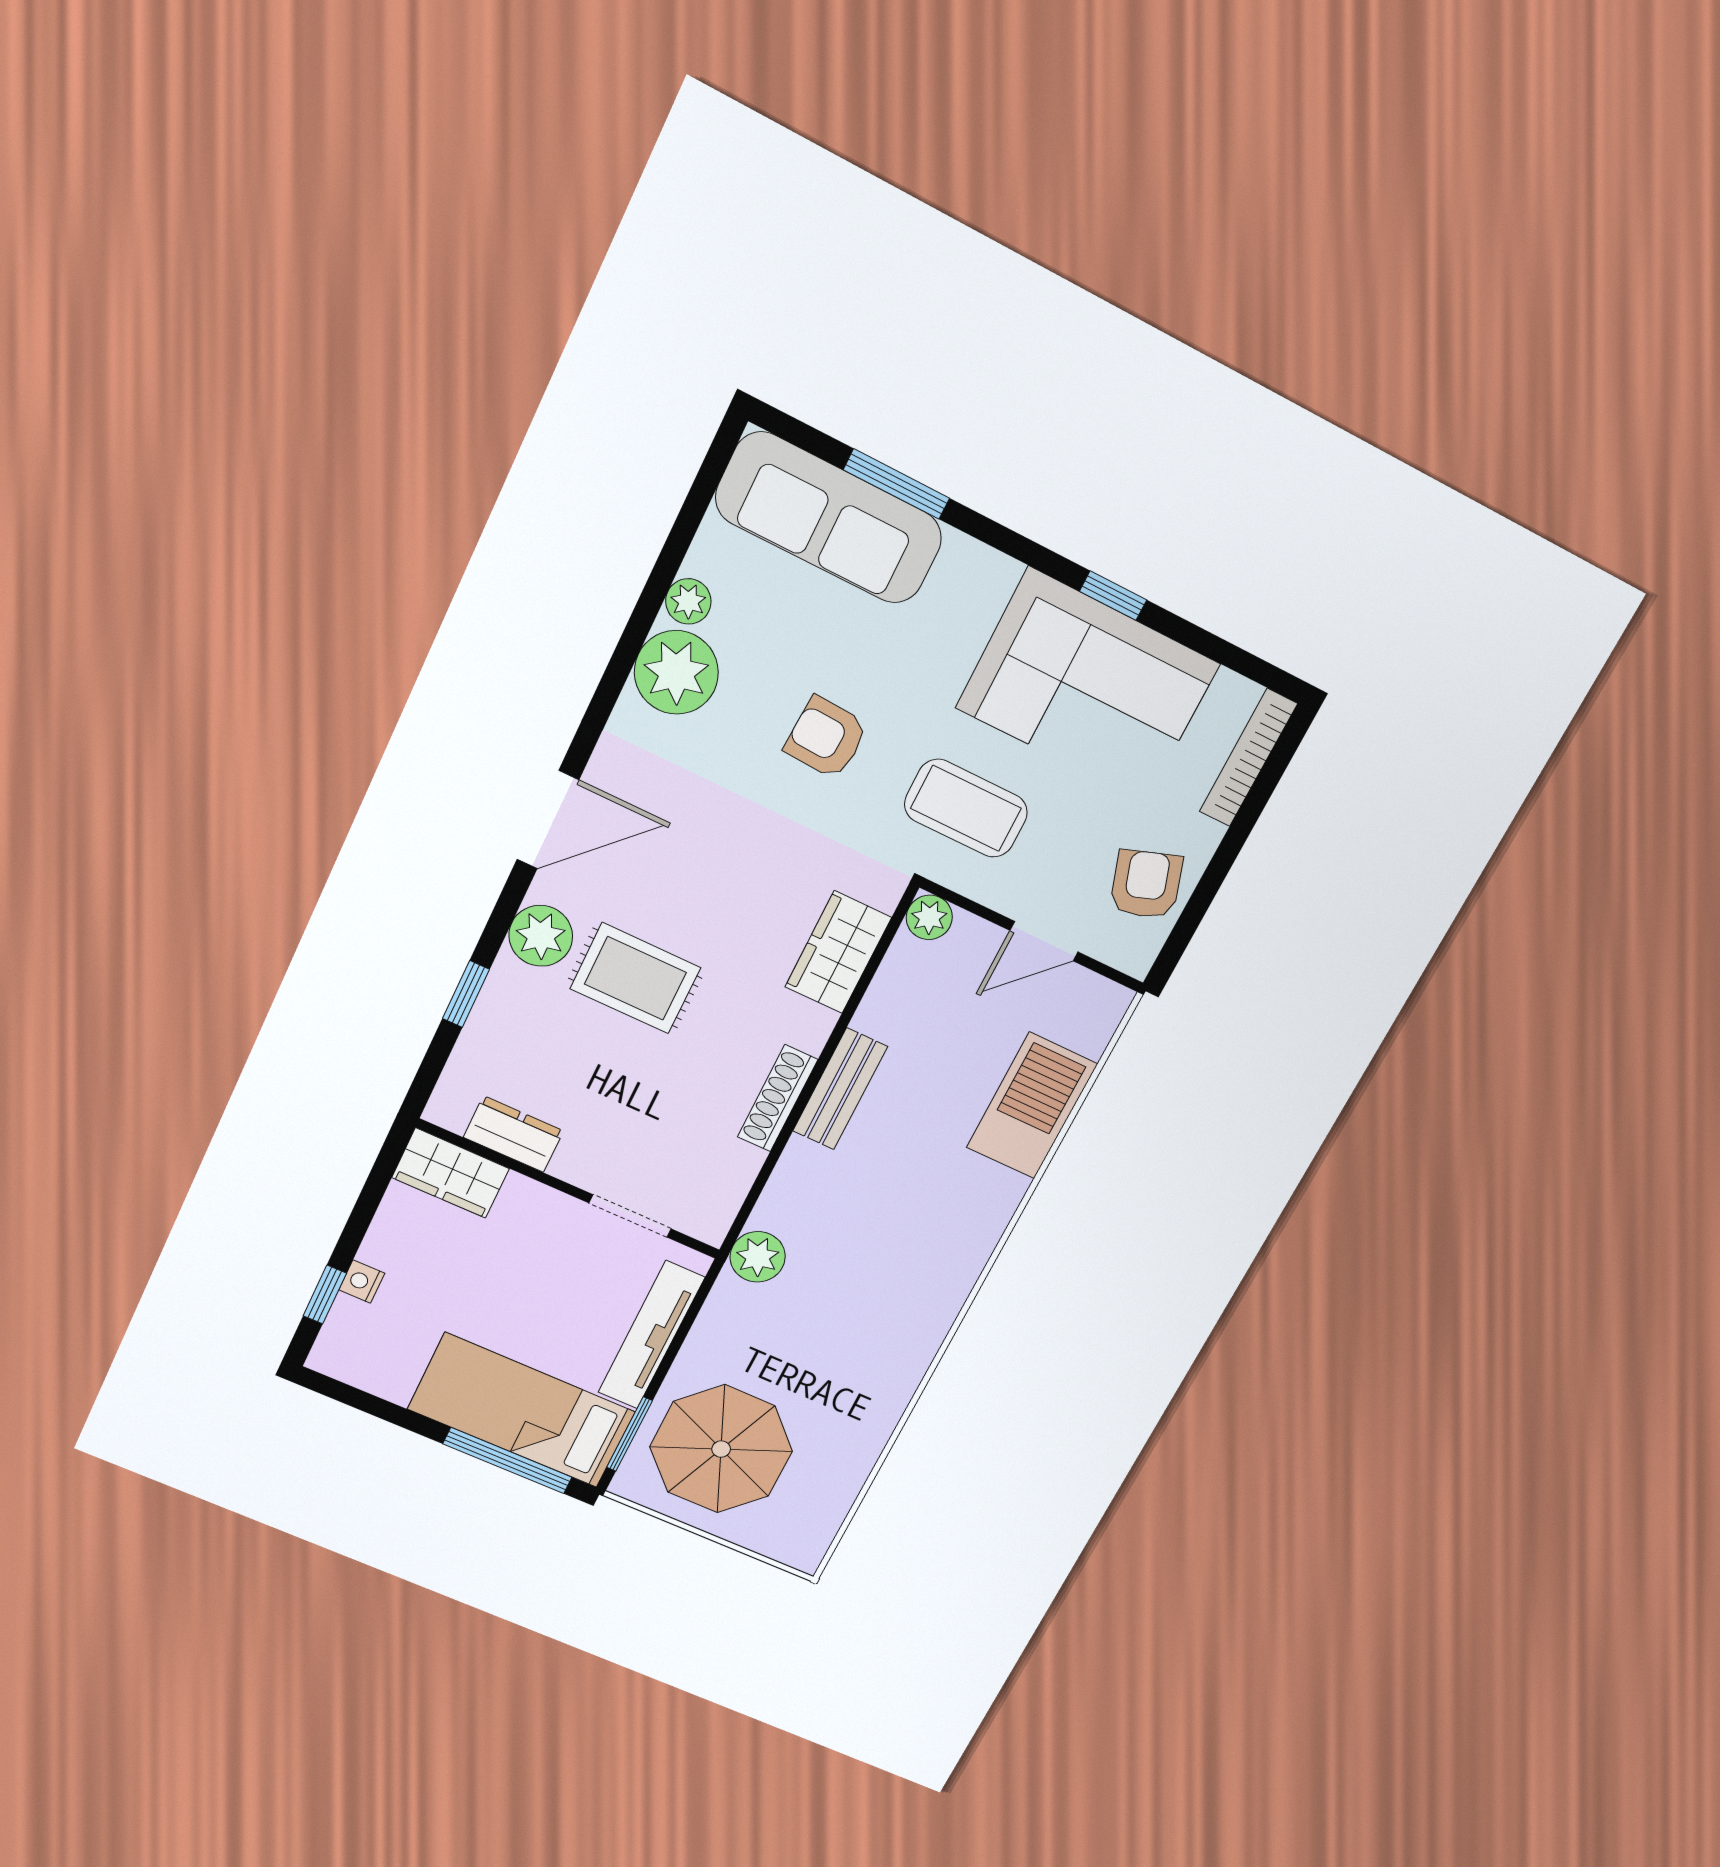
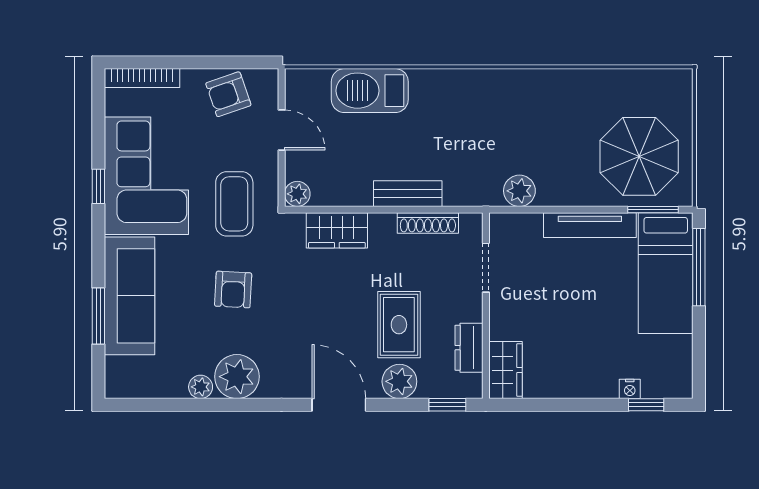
sofa: (829, 518) -> (130, 296), moved
dresser: (513, 1134) -> (469, 348), moved
wardrobe: (451, 1173) -> (505, 370), moved
wall: (569, 1189) -> (486, 306), moved
doorway: (630, 1216) -> (486, 268), moved

